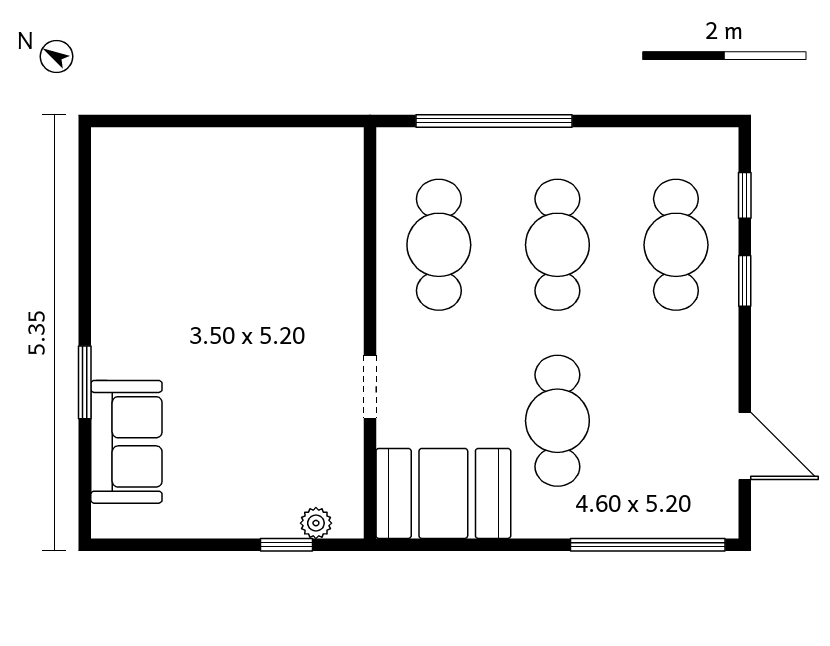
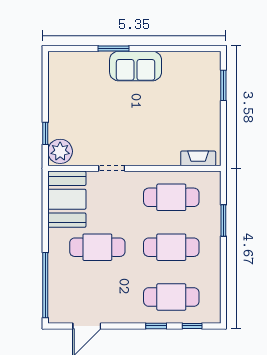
window: (173, 121) -> (223, 85), added
window: (494, 121) -> (223, 220), width x0.47
fireplace: (346, 181) -> (198, 158), added
sofa: (126, 442) -> (136, 66), moved
plant: (316, 523) -> (60, 151), width x1.88, depth x1.88

